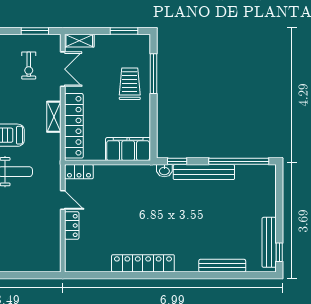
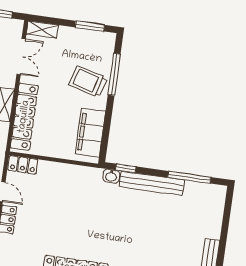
trolley: (130, 84) -> (88, 81), turned -75
filing cabinet: (128, 149) -> (90, 133), moved, turned -90
window: (239, 161) -> (189, 177), width x0.68

